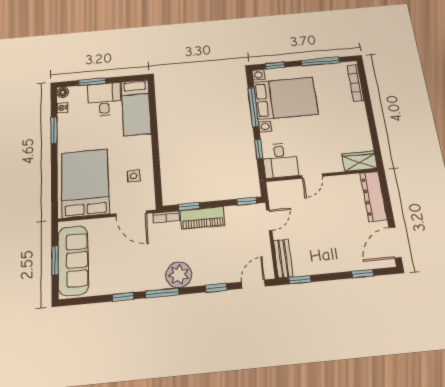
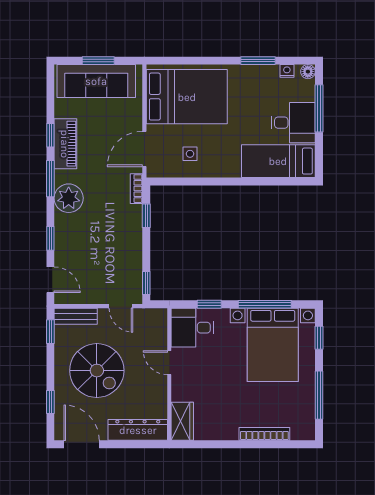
window: (92, 82) -> (319, 108), width x1.44
bookcase: (356, 83) -> (264, 434), moved
piano: (202, 218) -> (65, 144), moved, turned 180
spiral stairs: (328, 236) -> (97, 371), added

